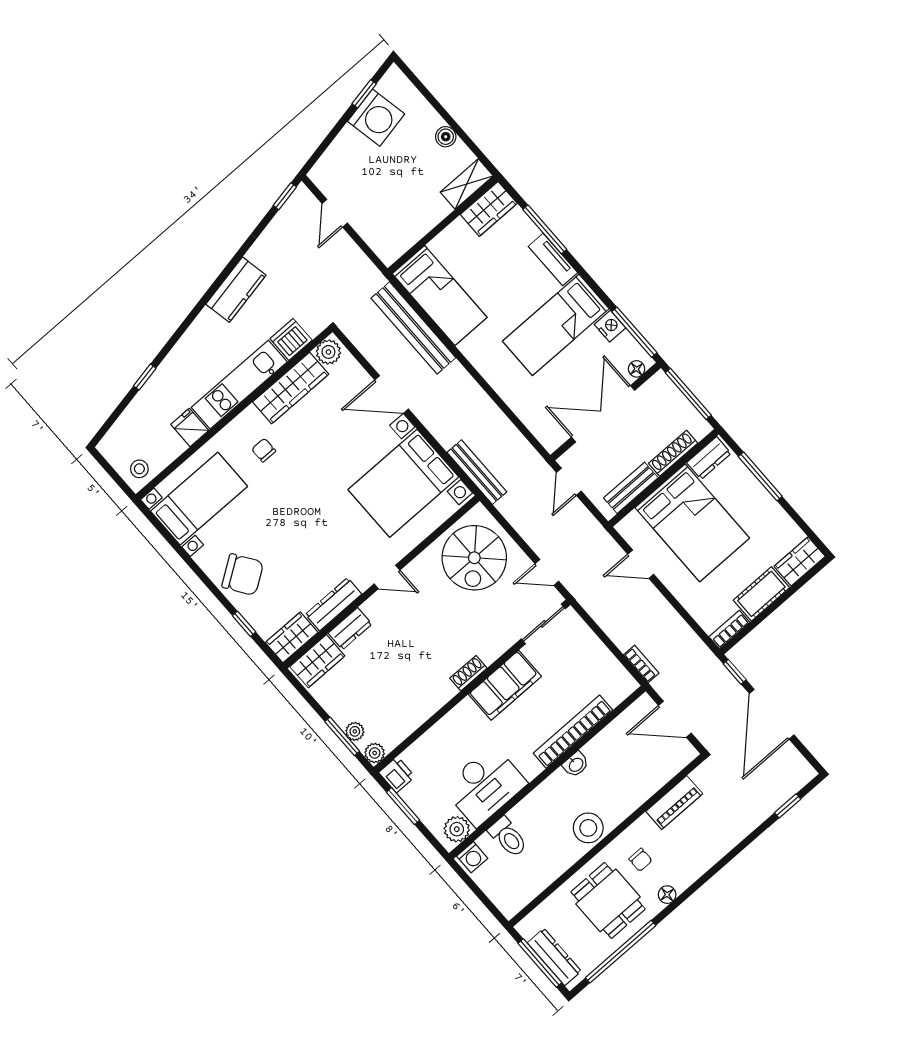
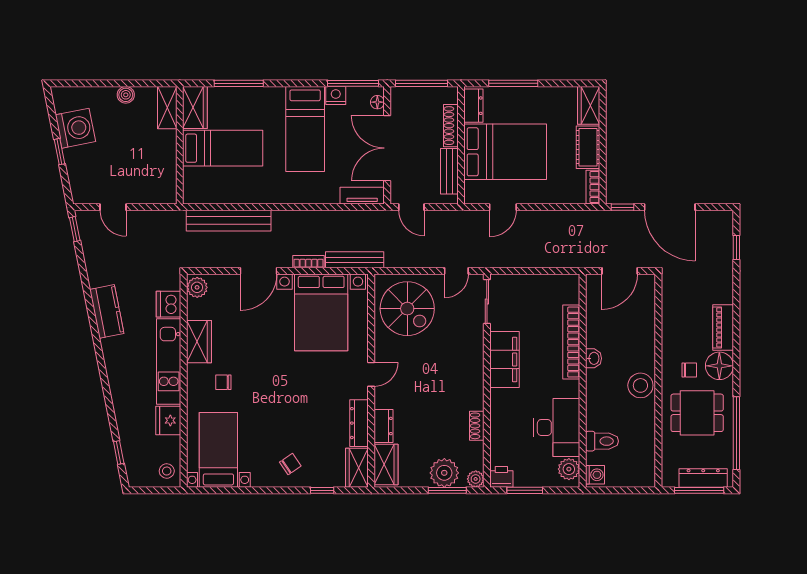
window: (364, 94) -> (60, 152), moved
tv unit: (553, 259) -> (362, 196), moved, turned 180
bed: (440, 296) -> (223, 148), moved
window: (145, 377) -> (119, 453), moved
wardrobe: (291, 388) -> (199, 342), width x0.67
fridge: (190, 427) -> (168, 420), width x1.38
chair: (243, 575) -> (290, 464), width x0.54, depth x0.54
bookcase: (641, 664) -> (308, 262), moved
shoe rack: (468, 673) -> (477, 426), moved
plant: (355, 731) -> (444, 473), width x1.87, depth x1.87
piano: (674, 802) -> (723, 327), moved, turned 180
floor lamp: (667, 895) -> (719, 366), width x1.89, depth x1.89

